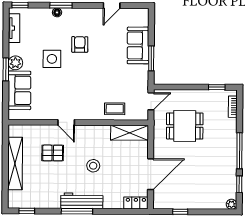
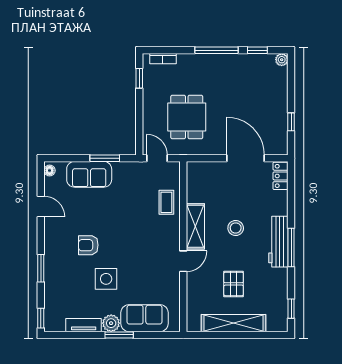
floor lamp: (57, 12) -> (50, 170), moved
tv unit: (14, 28) -> (84, 325), moved
shelving: (130, 133) -> (195, 226), moved
pallet: (53, 153) -> (234, 284), moved

